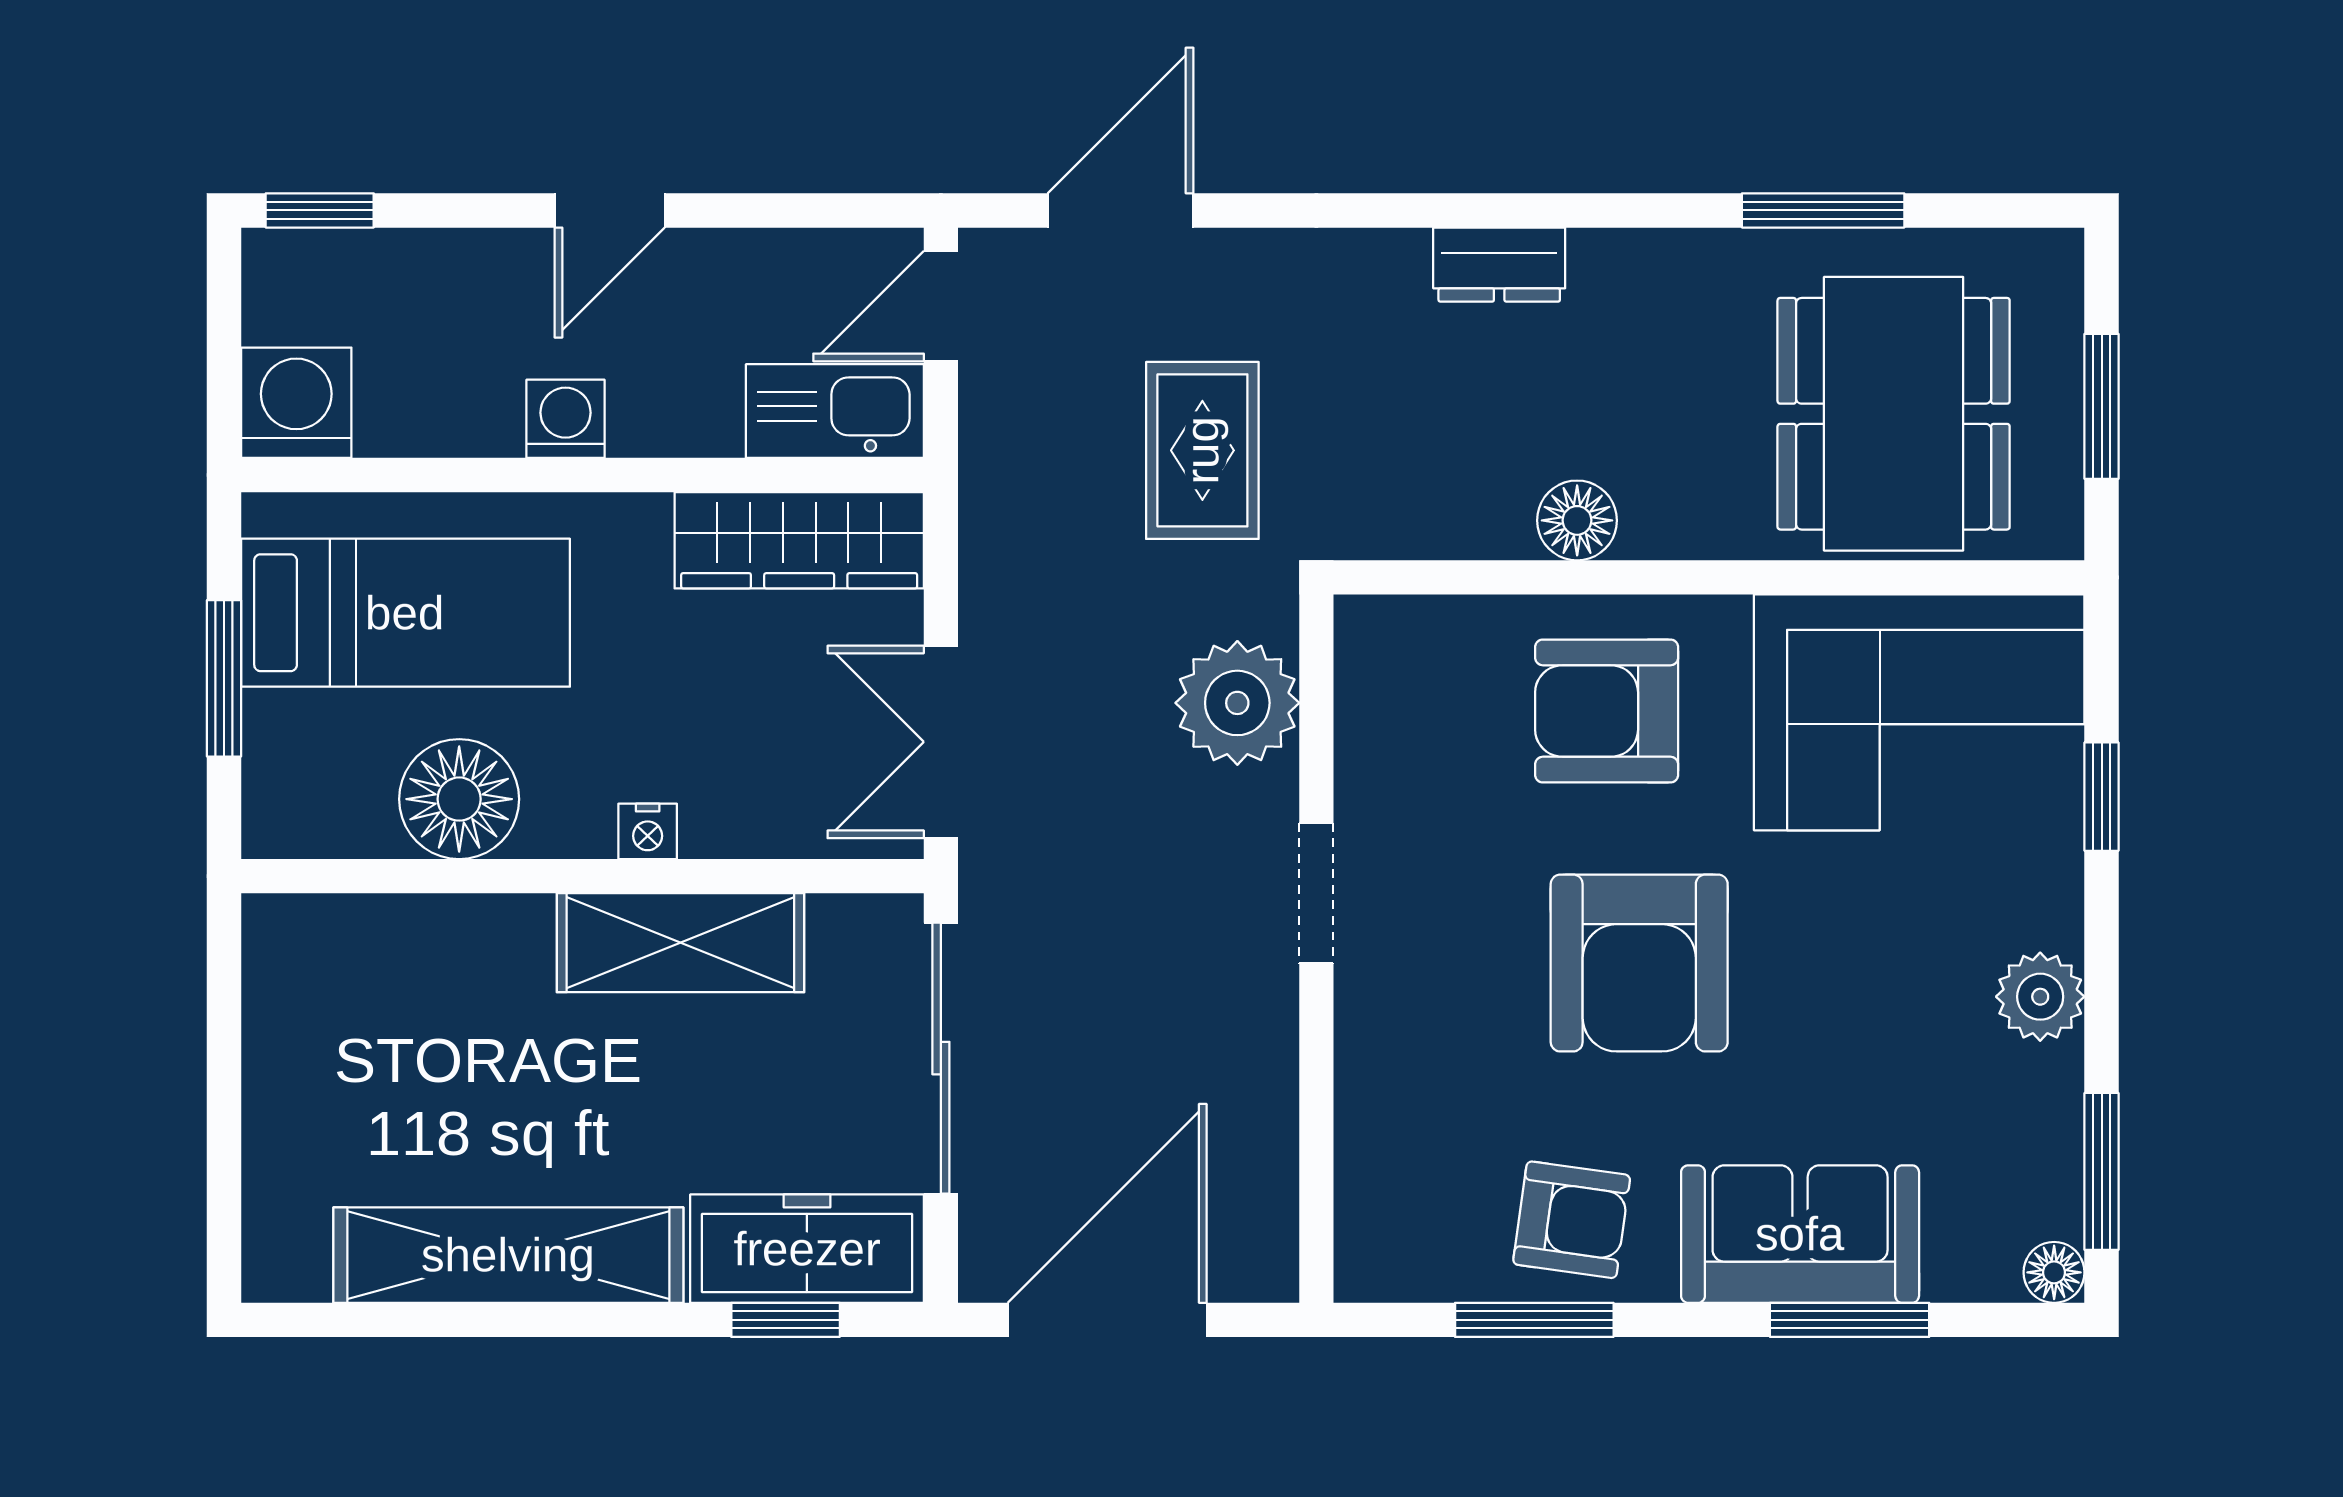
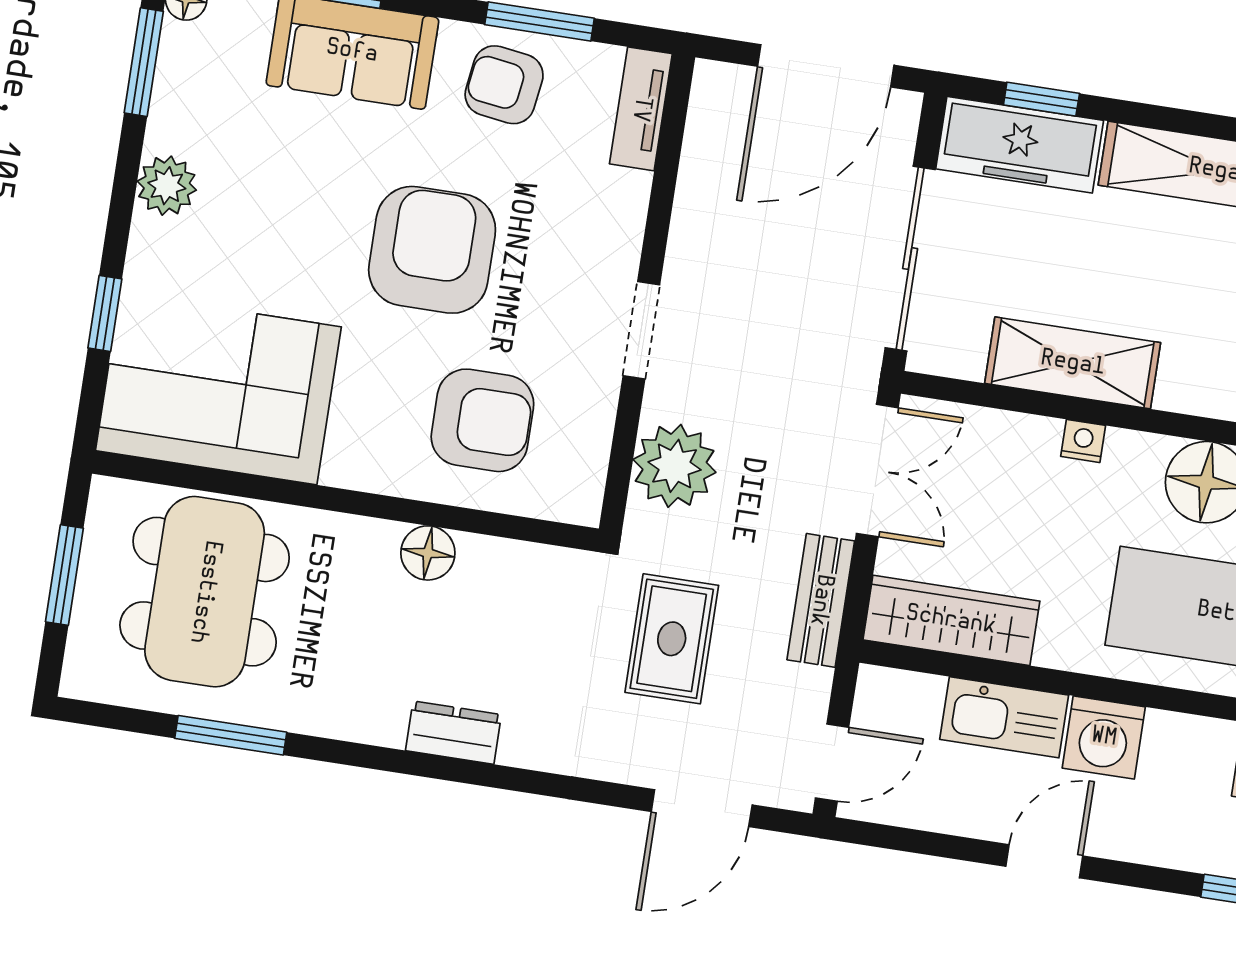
kitchen sink: (835, 411) -> (1004, 717), moved
washing machine: (566, 419) -> (1104, 737), width x1.38, depth x1.38
bench: (994, 540) -> (821, 600), added
armchair: (1607, 711) -> (482, 420), moved
tv unit: (1367, 1215) -> (641, 109), added

